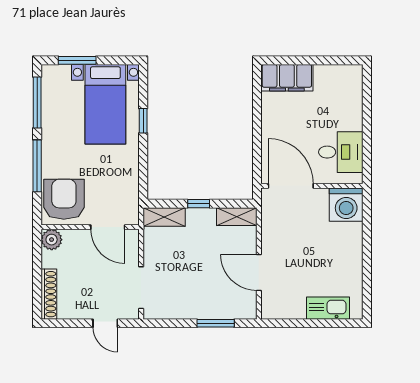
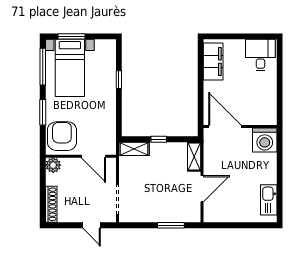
filing cabinet: (287, 78) -> (213, 62), moved, turned -90
bed with nightstands: (105, 104) -> (70, 68), moved
desk: (341, 152) -> (260, 55), moved, turned -90
window: (37, 166) -> (43, 112), width x0.69
shelving: (237, 217) -> (194, 157), moved, turned 90
door: (259, 272) -> (202, 189), swing flipped
kitchen sink: (328, 308) -> (269, 200), moved, turned -90

